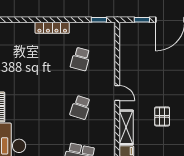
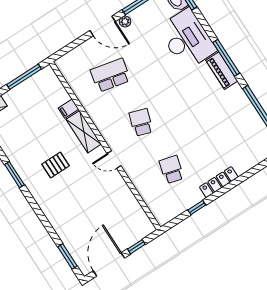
window: (99, 20) -> (197, 208), moved
pallet: (162, 116) -> (56, 165), turned 90

